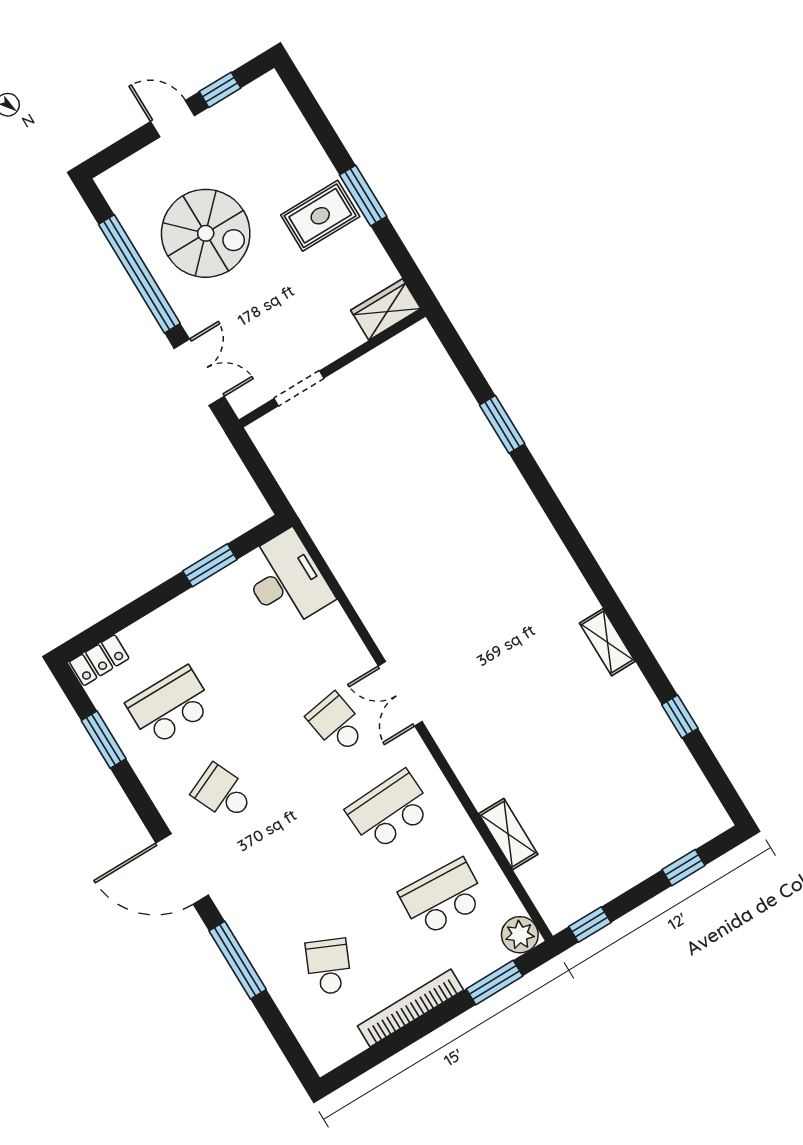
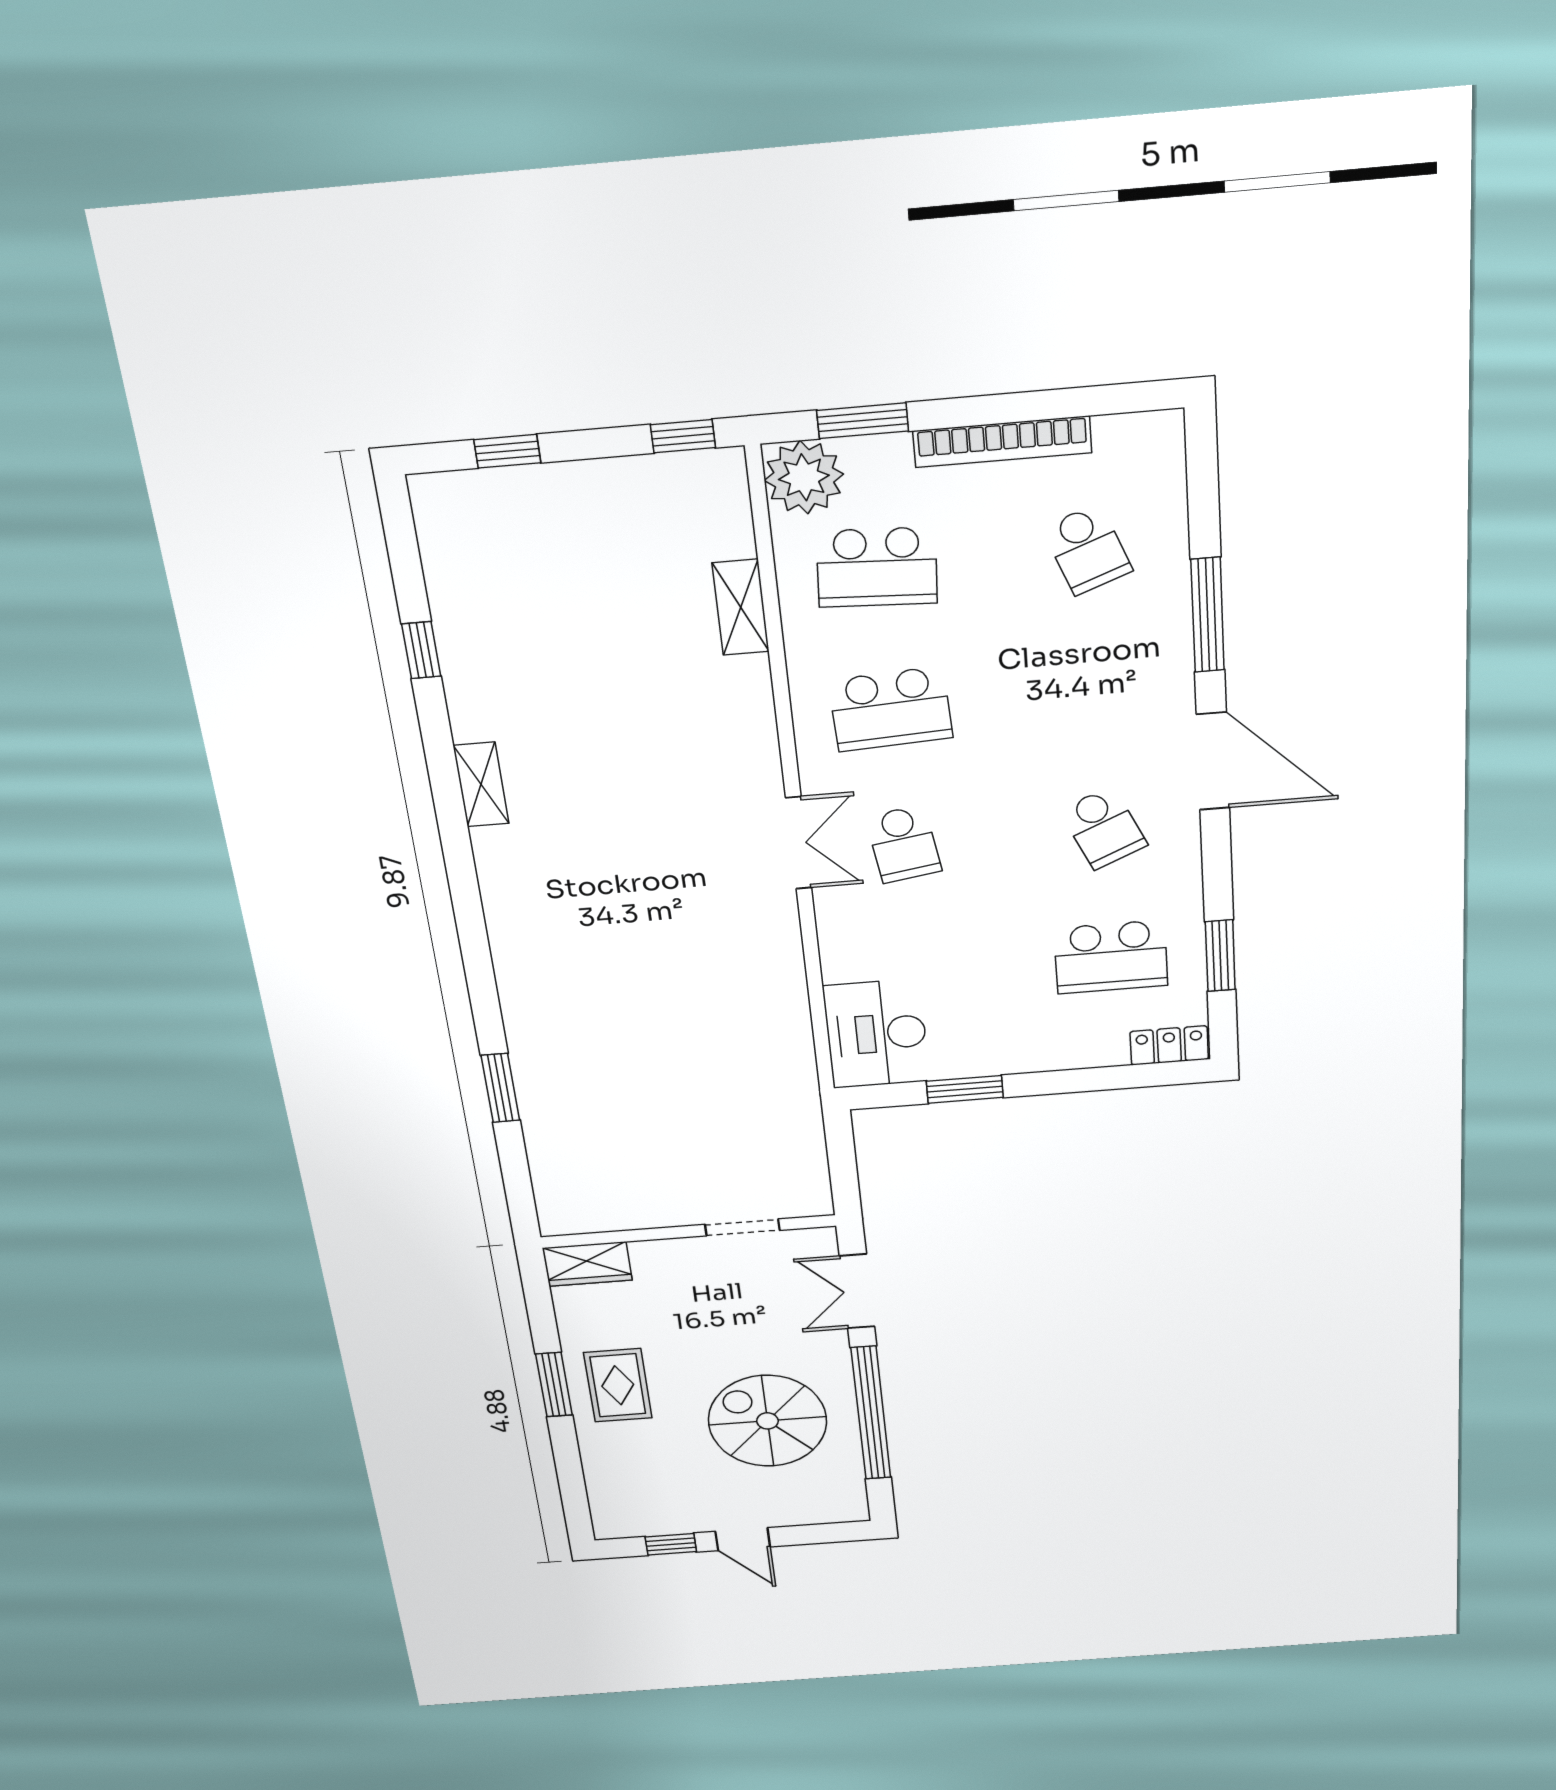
rug: (320, 216) -> (618, 1385), turned 90
plant: (520, 935) -> (804, 477), width x1.36, depth x1.36
school desk: (329, 967) -> (1087, 550), turned -45

